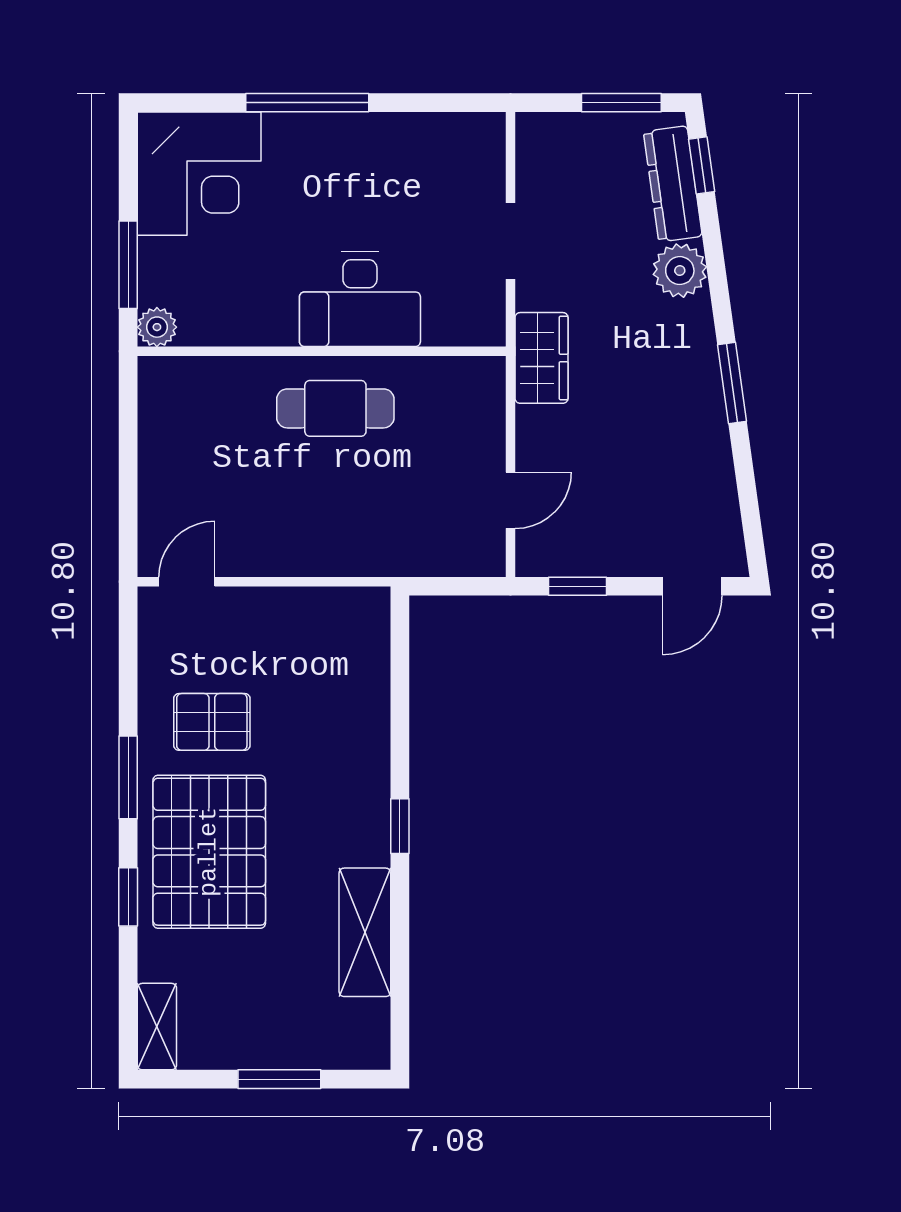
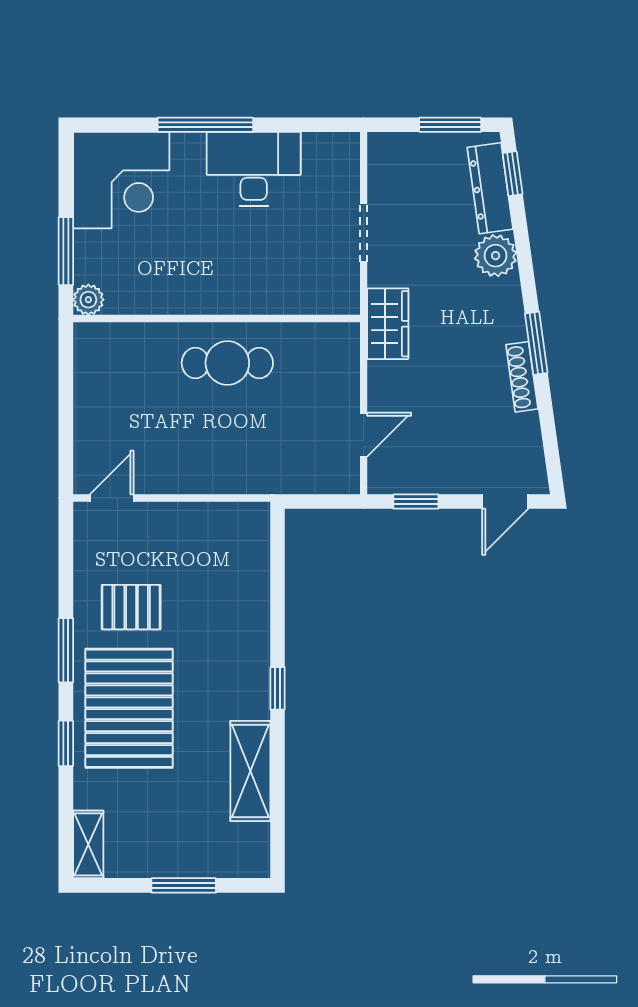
desk: (360, 299) -> (254, 169), moved, turned 180
shoe rack: (714, 426) -> (522, 377), added

